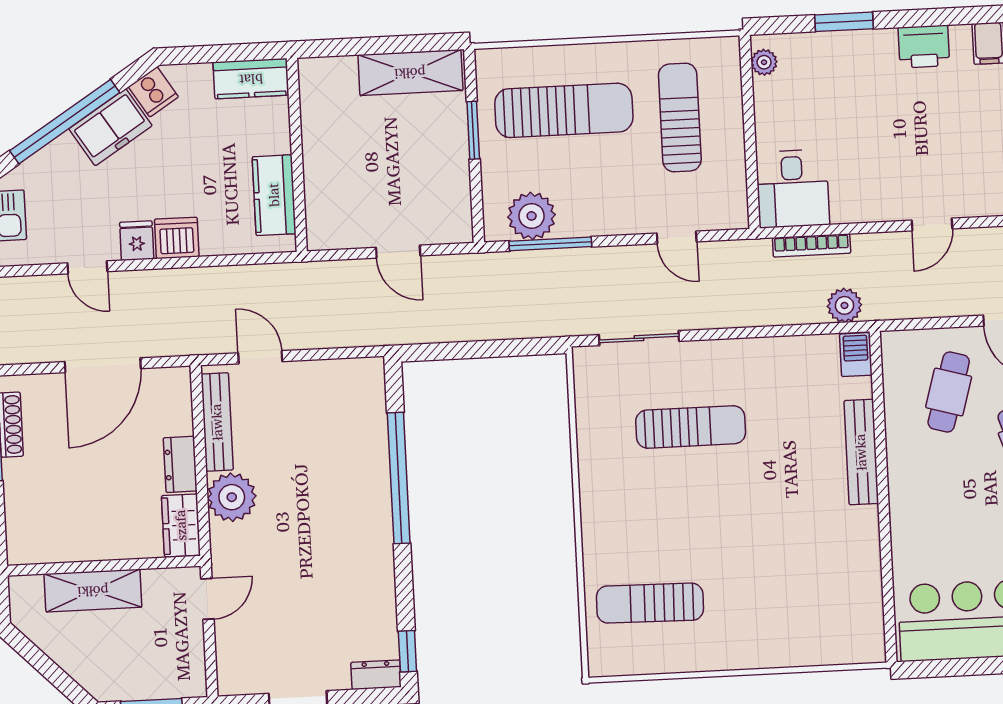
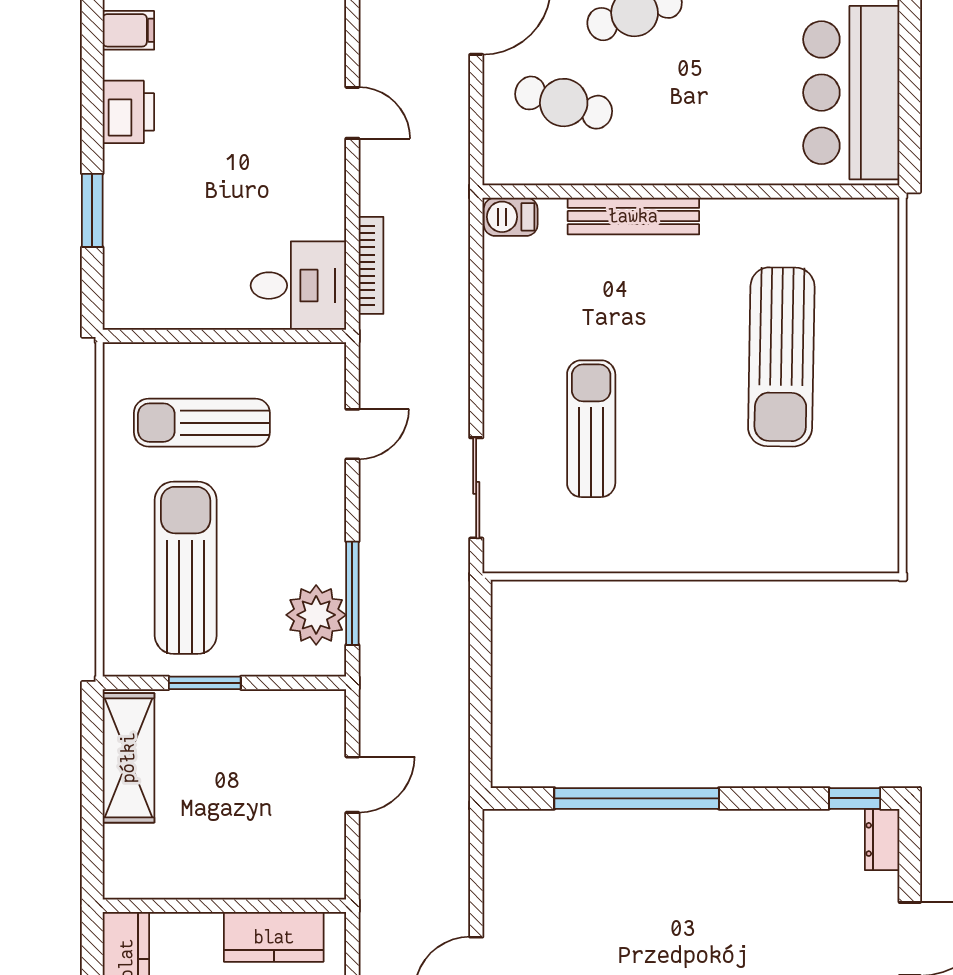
plant: (764, 62) -> (138, 313), removed
plant: (844, 305) -> (448, 228), removed
sun lounger: (650, 603) -> (781, 357), moved, width x1.36, depth x1.34

